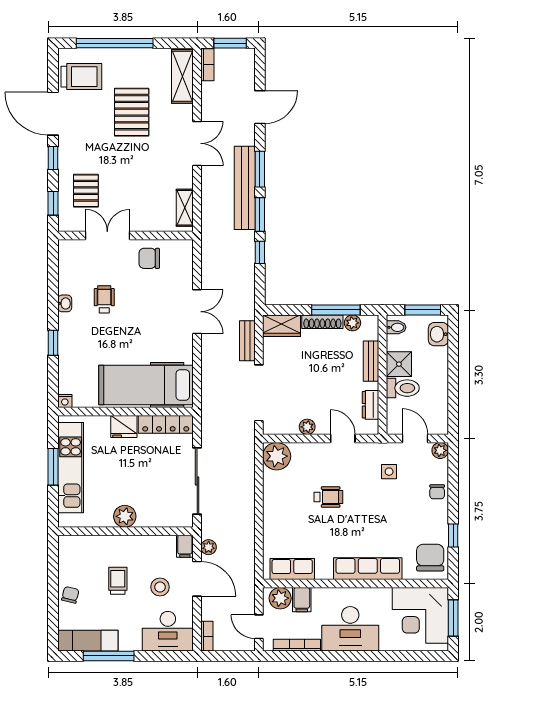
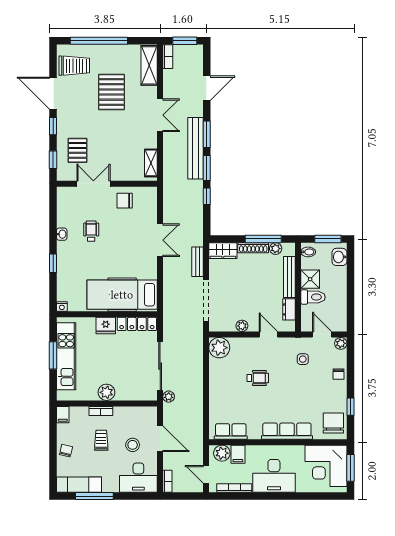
bench: (371, 361) -> (289, 277), width x1.36
bookcase: (117, 541) -> (101, 411), added
filing cabinet: (185, 546) -> (63, 415), moved
plant: (209, 547) -> (169, 397), moved

